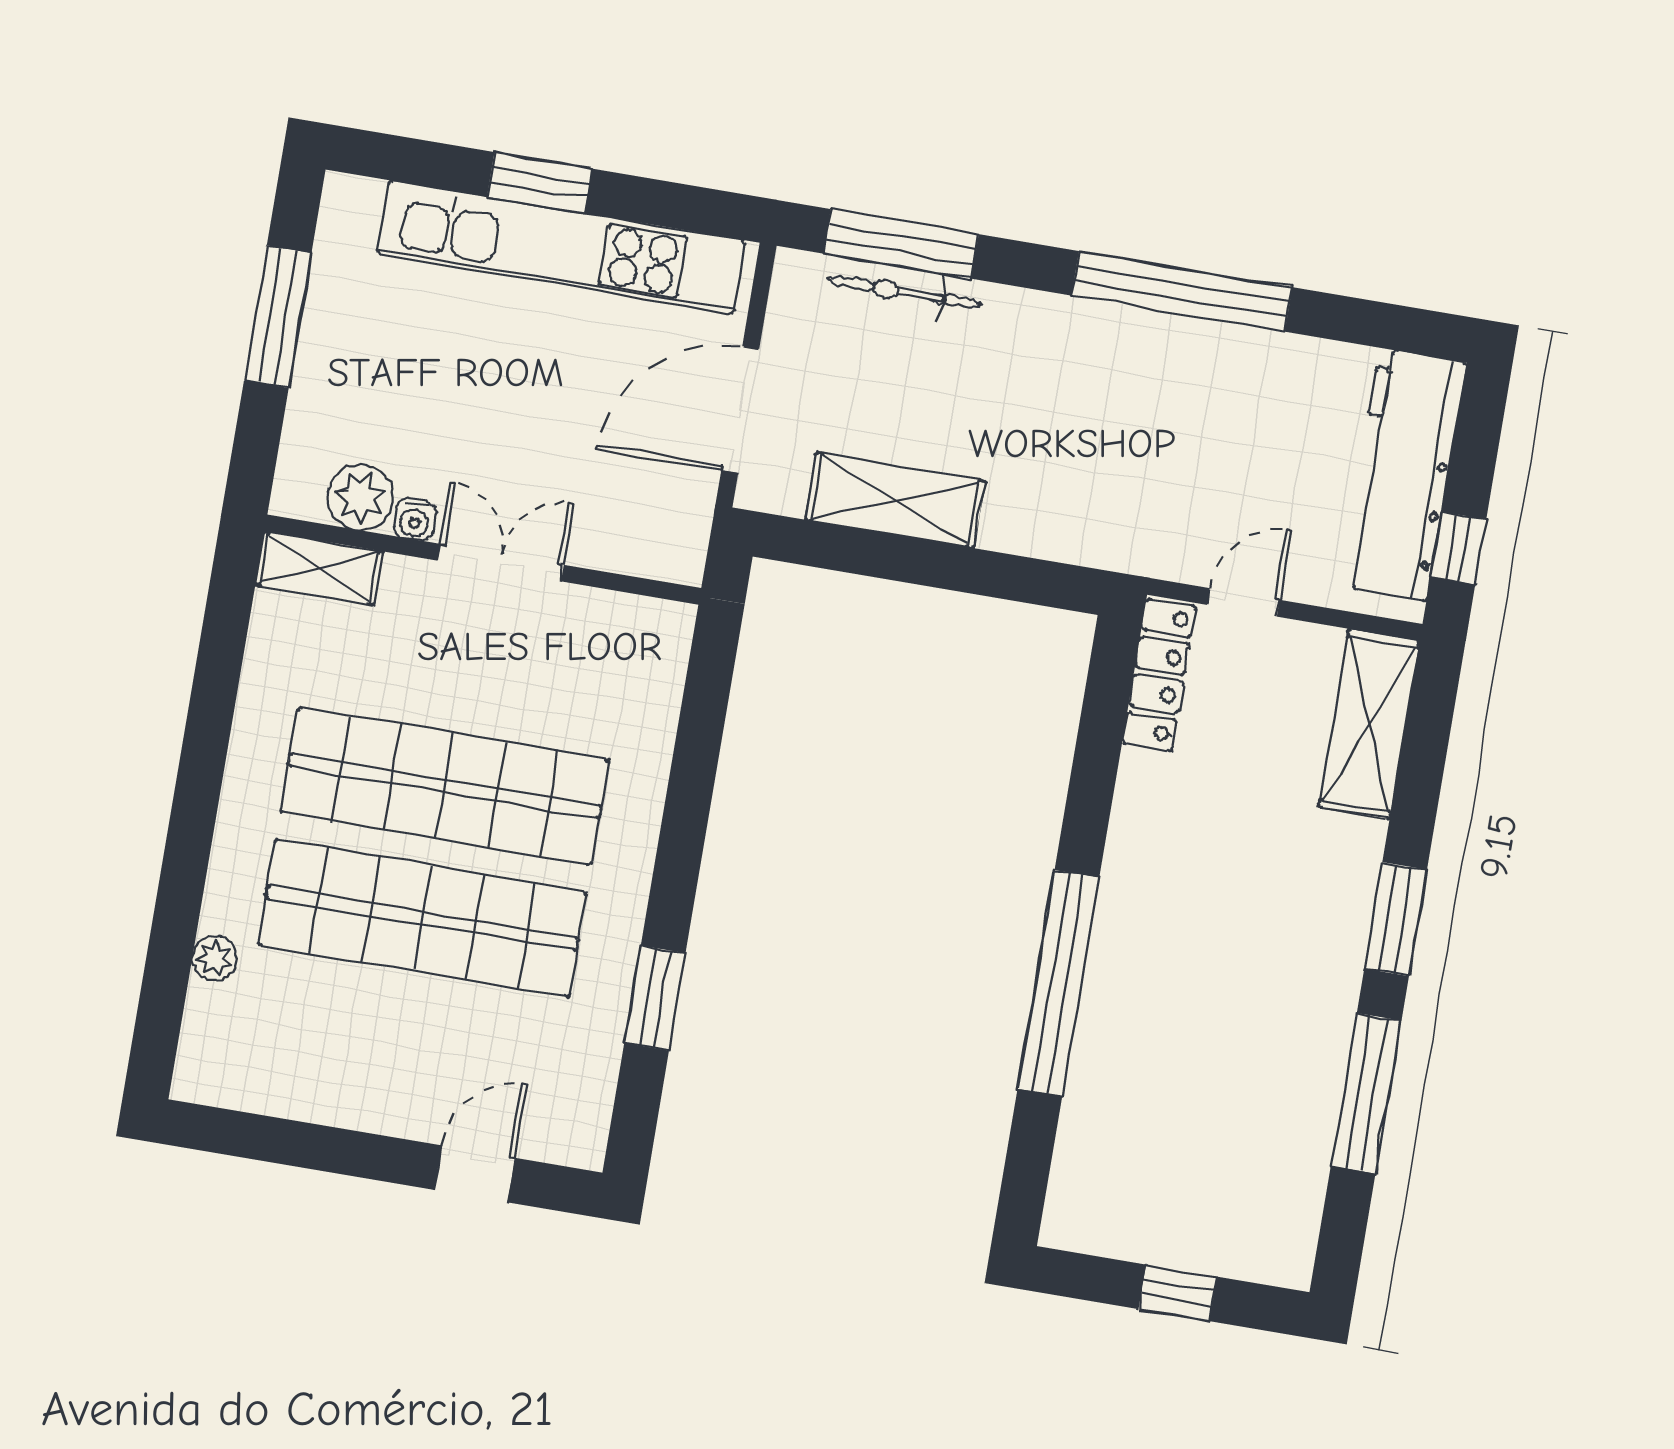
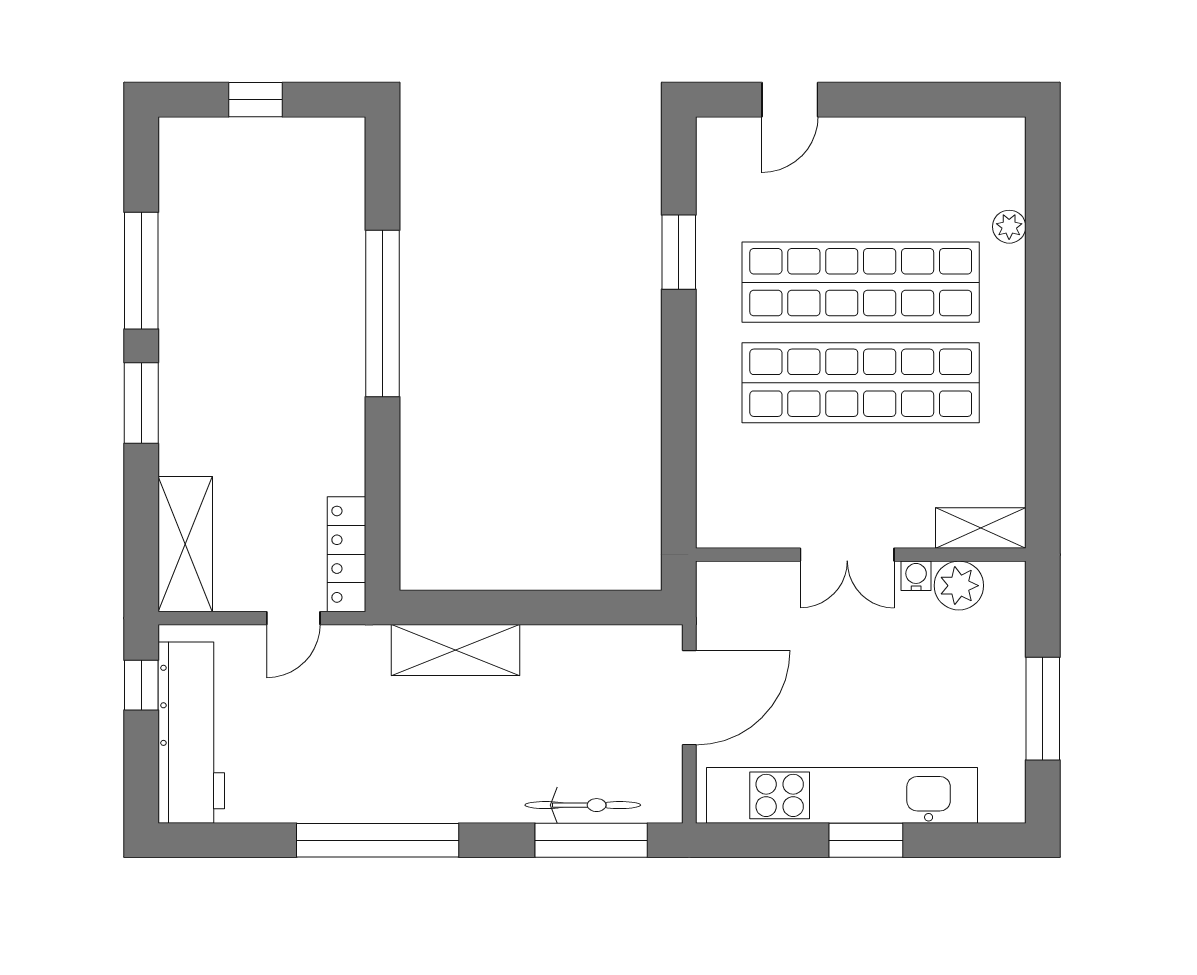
shelving: (895, 500) -> (456, 650), moved

